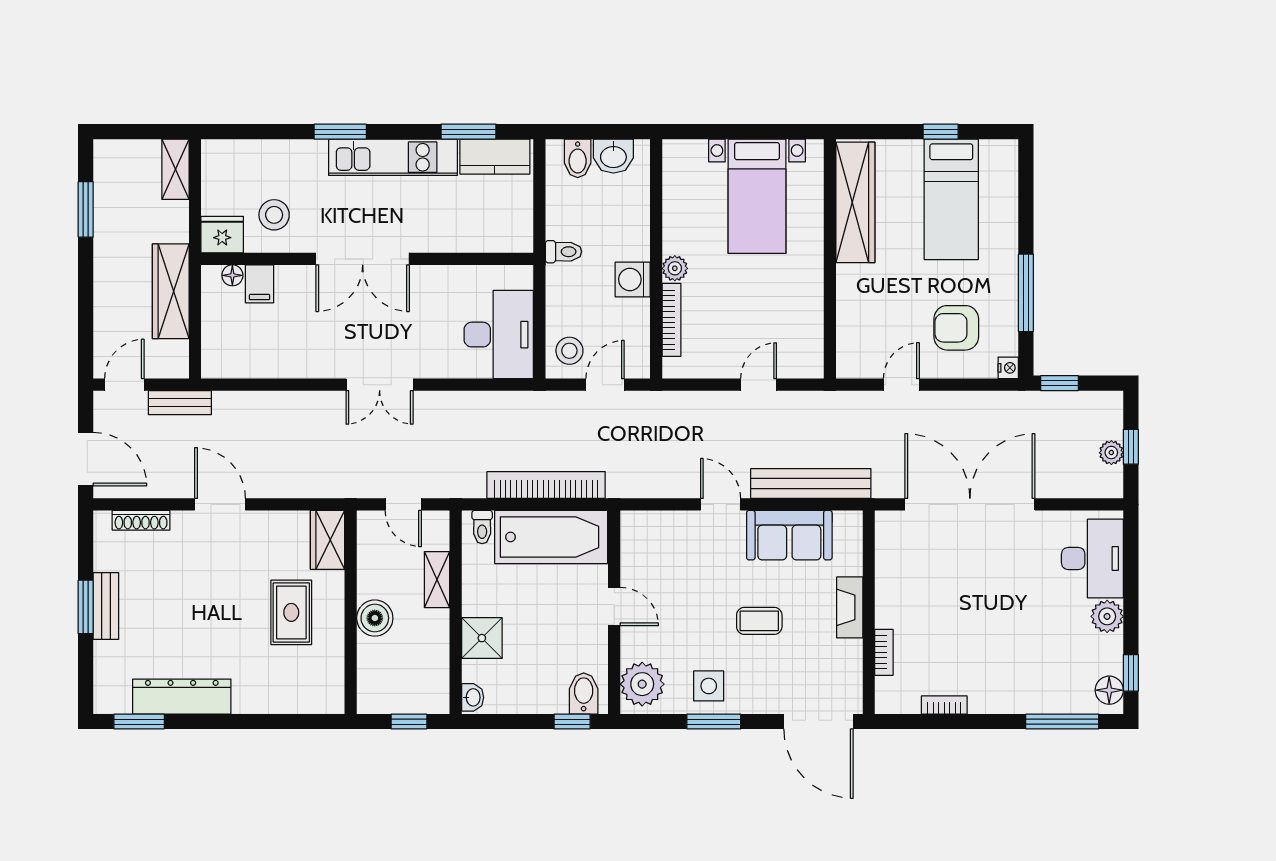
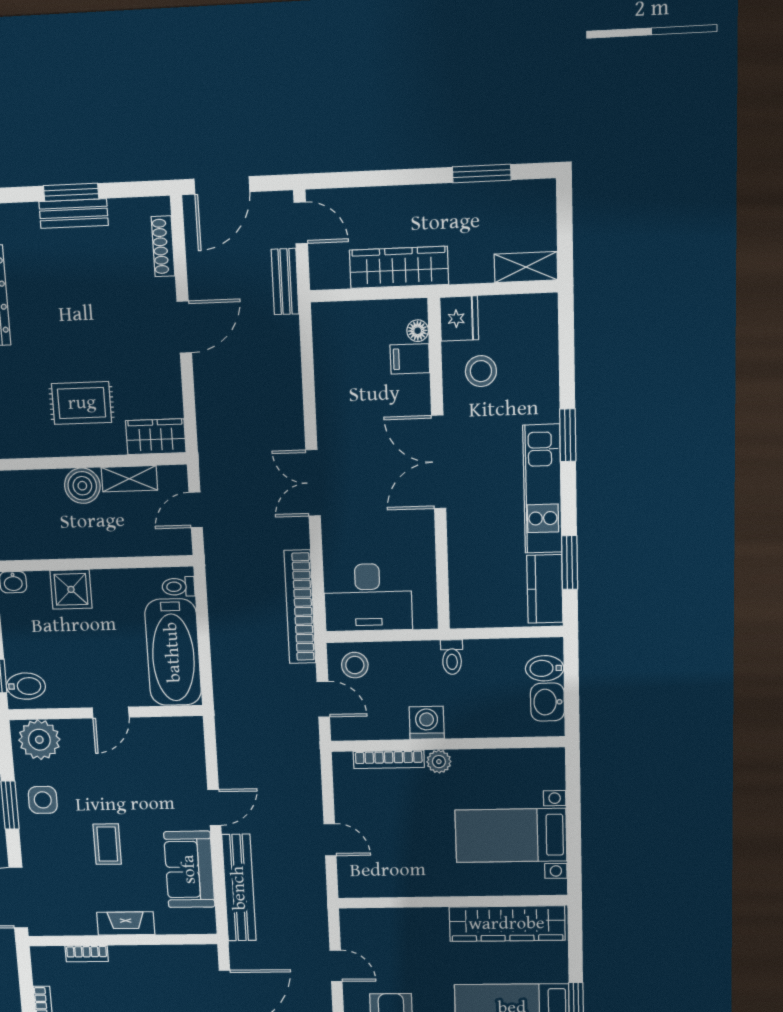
bookcase: (546, 485) -> (300, 607), moved, turned 180
shelving: (437, 580) -> (129, 479), moved

